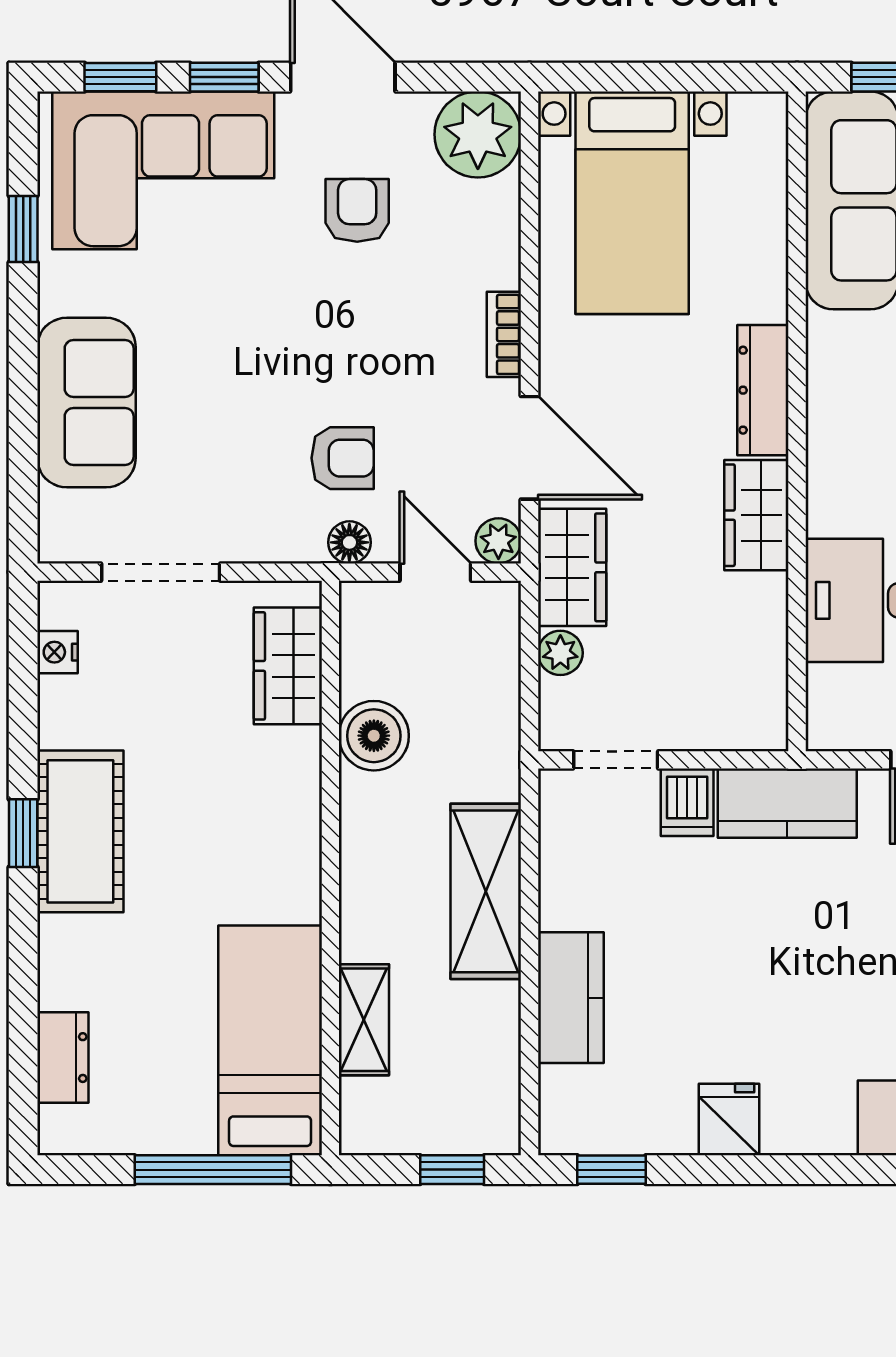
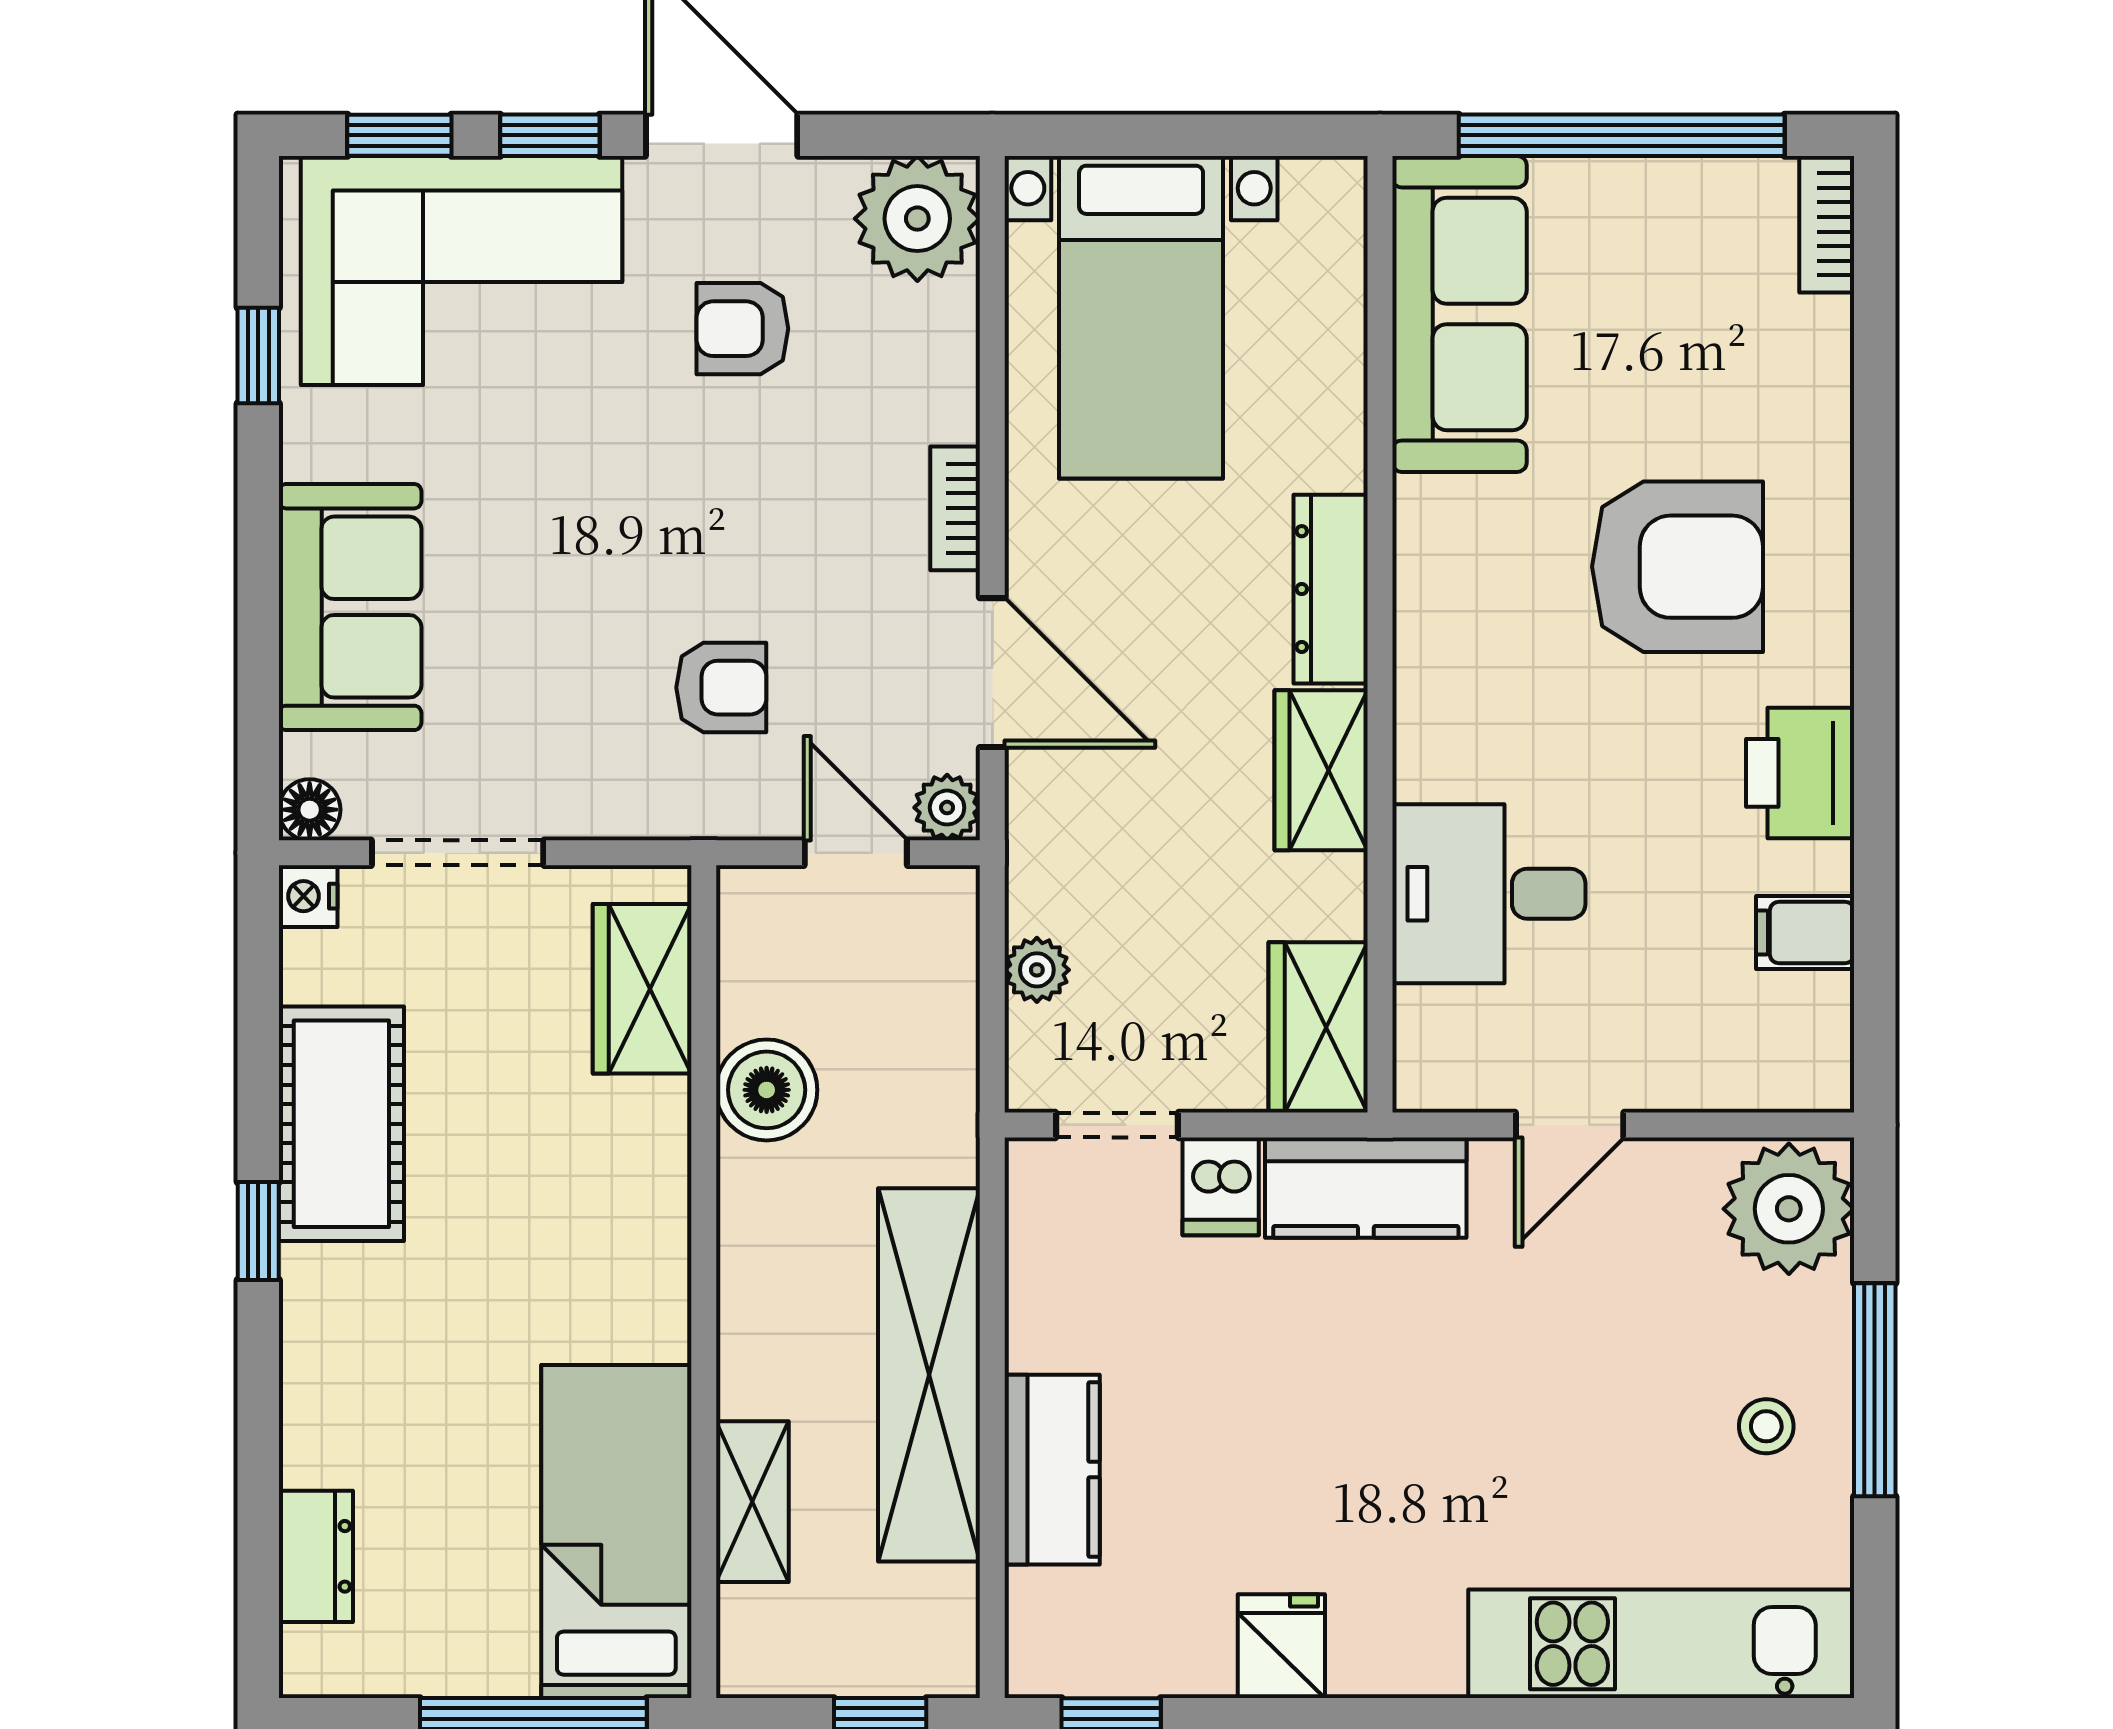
armchair: (357, 210) -> (742, 329), turned -90
floor lamp: (349, 542) -> (310, 810), moved
wardrobe: (572, 567) -> (1318, 1027), moved, turned 180
nightstand: (57, 652) -> (308, 896), moved
cot: (80, 831) -> (341, 1124), moved
shelving: (486, 891) -> (929, 1375), width x1.47

